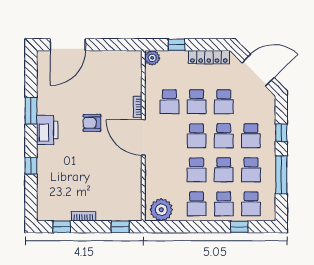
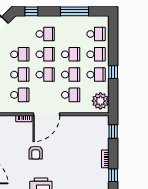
window: (281, 133) -> (31, 11), moved
school desk: (251, 170) -> (71, 95), moved
window: (239, 227) -> (113, 72), moved

